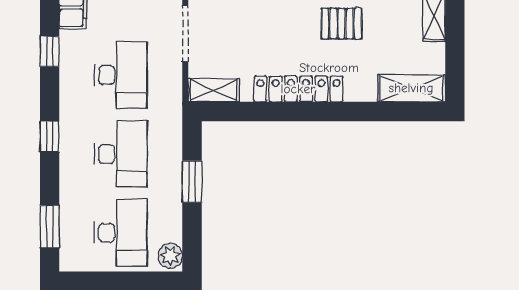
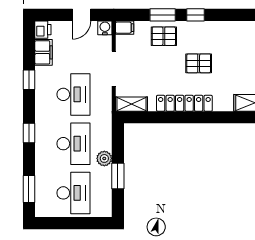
pallet: (342, 24) -> (199, 63), moved
window: (192, 182) -> (118, 176), moved
plant: (170, 256) -> (104, 158), moved

